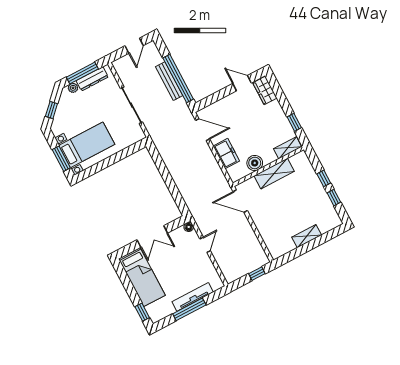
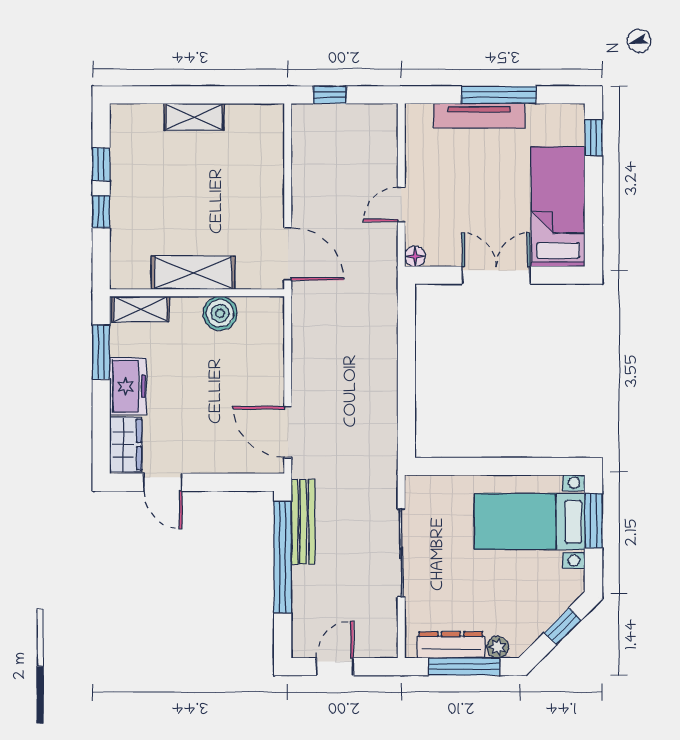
bench: (169, 81) -> (303, 522), moved
window: (294, 122) -> (101, 352), width x1.50
freezer: (226, 154) -> (128, 386), moved, turned 180

